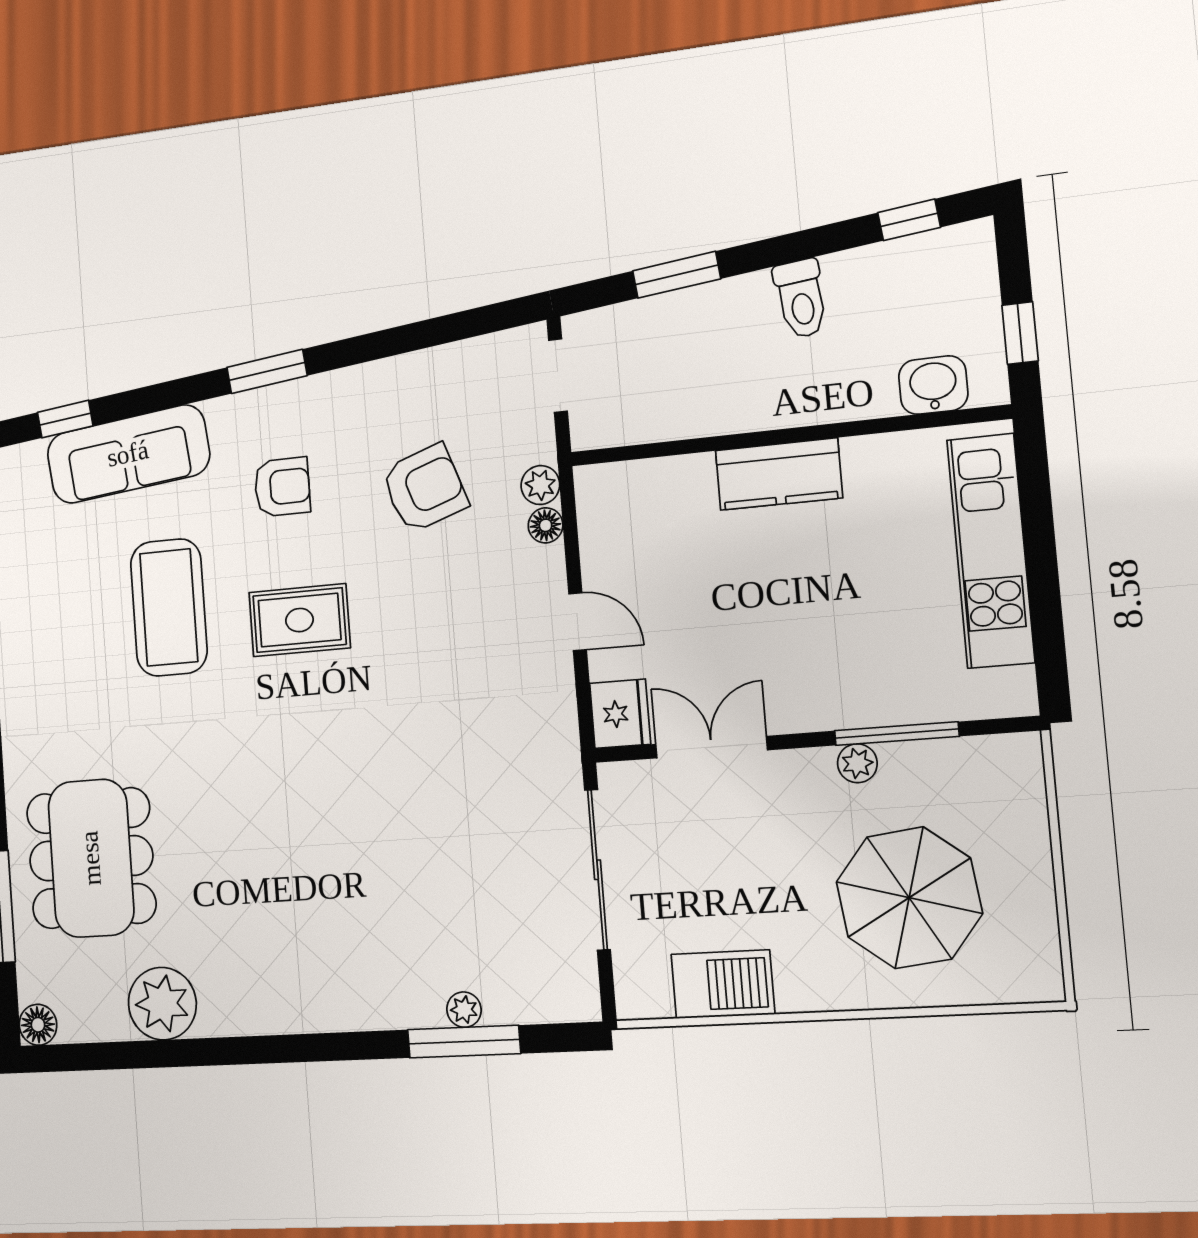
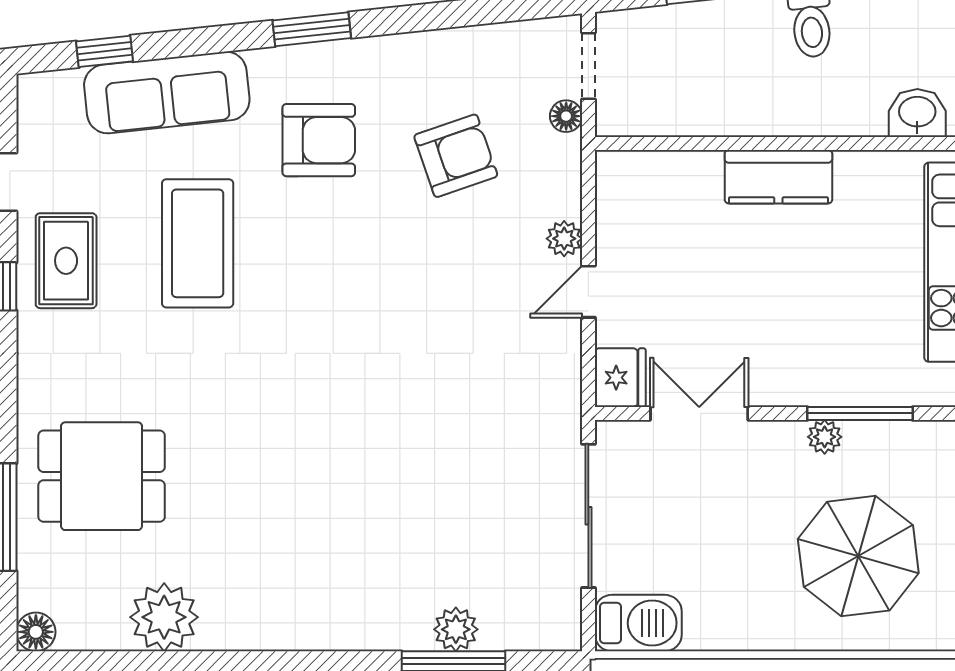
plant: (540, 485) -> (564, 239), moved
armchair: (282, 487) -> (319, 140), width x1.38, depth x1.38
floor lamp: (546, 525) -> (566, 116), moved
rug: (299, 620) -> (66, 261), moved, turned 90
door: (578, 622) -> (588, 292), swing flipped
dining table: (91, 858) -> (102, 476), width x0.73
barbecue: (723, 984) -> (638, 623), moved
plant: (464, 1010) -> (456, 629), width x1.38, depth x1.38

